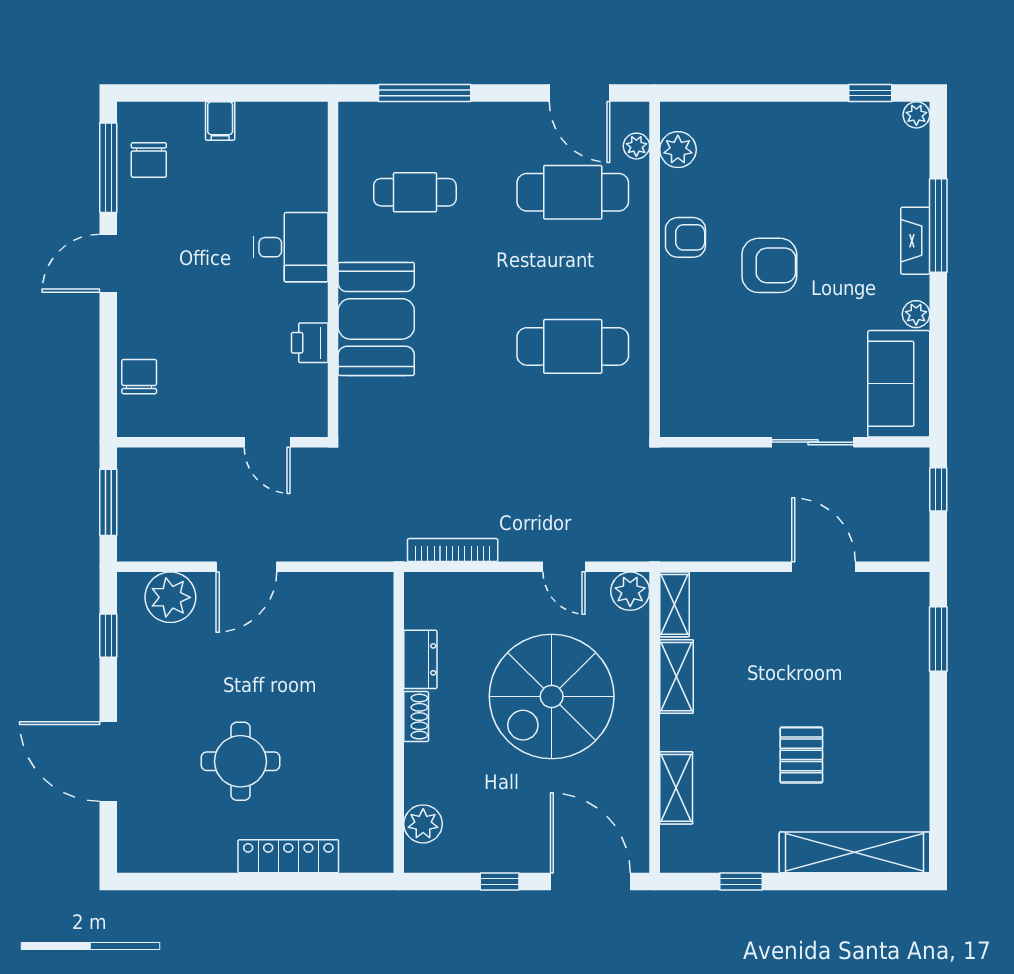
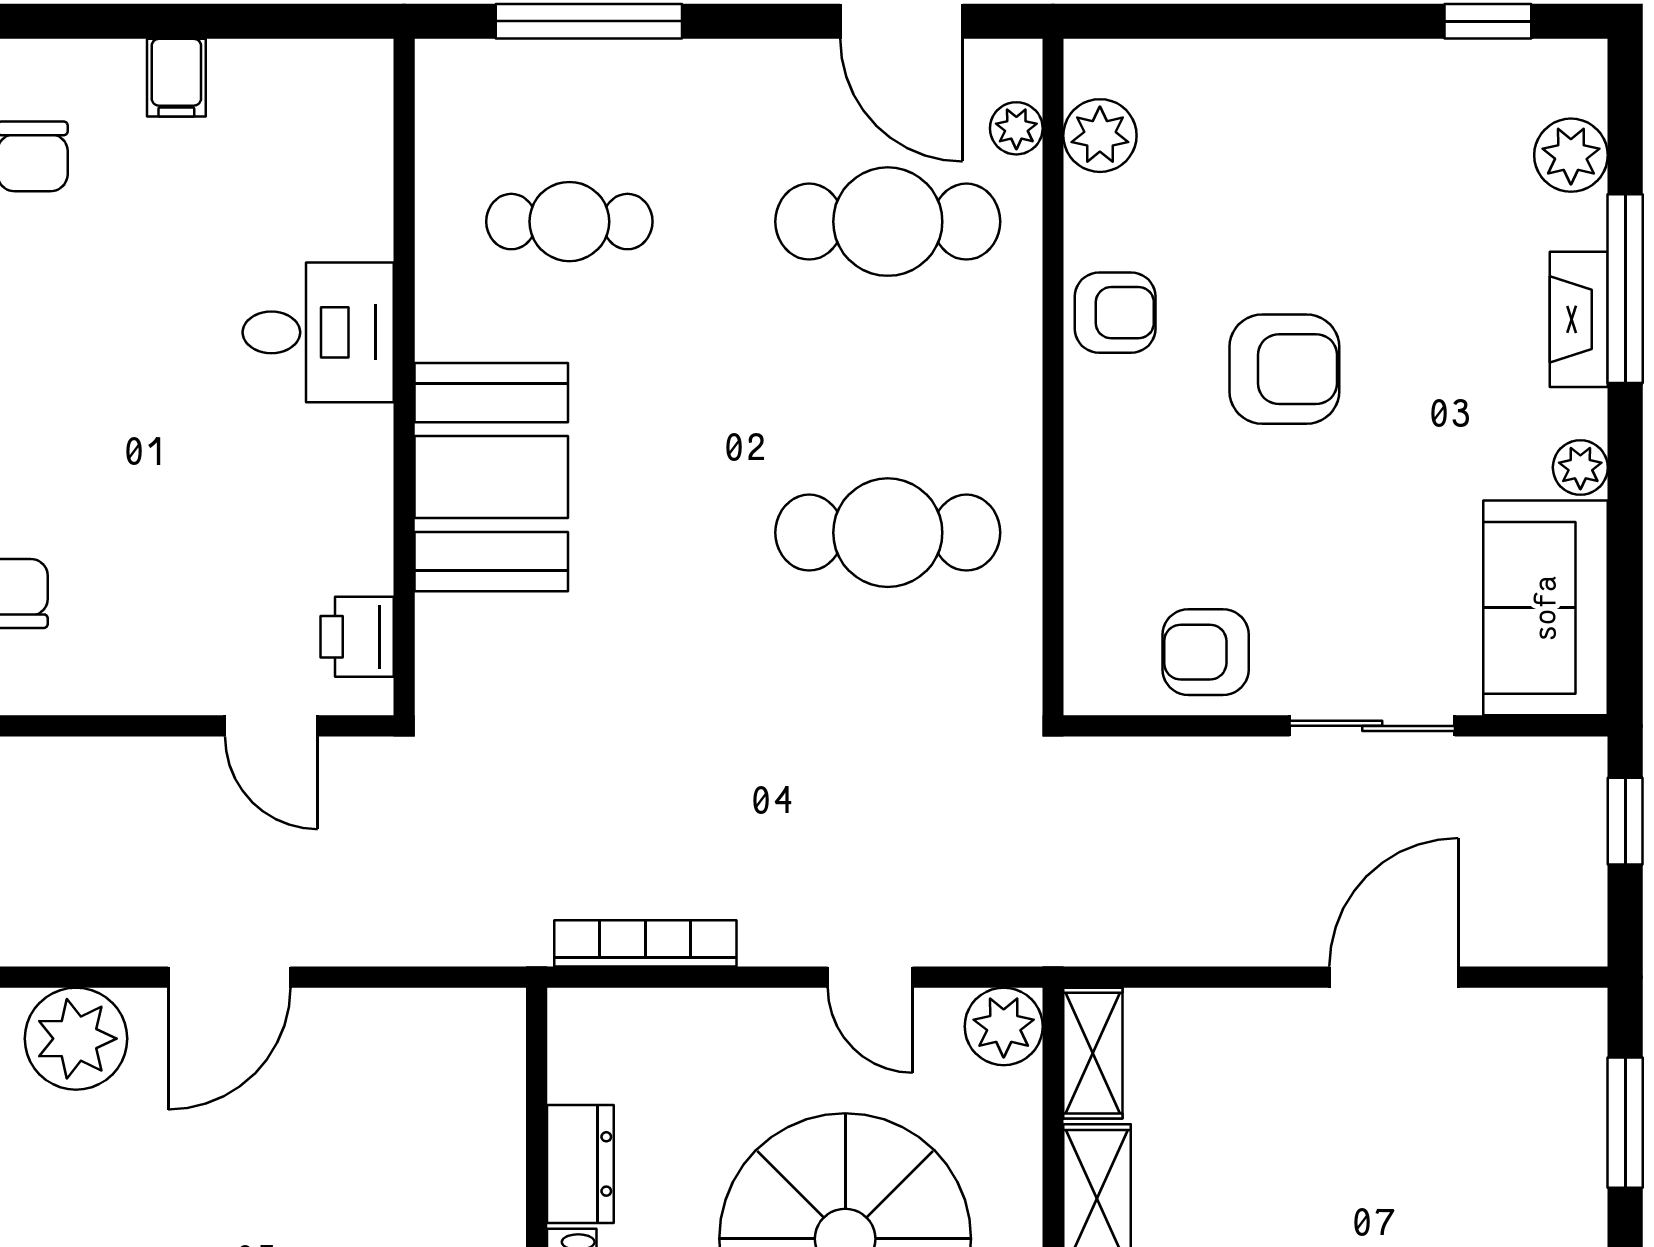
plant: (916, 115) -> (1571, 155), moved, width x1.38, depth x1.38
printer: (310, 343) -> (357, 637), moved
armchair: (730, 406) -> (1206, 652), added
door: (824, 567) -> (1394, 977), hinge flipped

